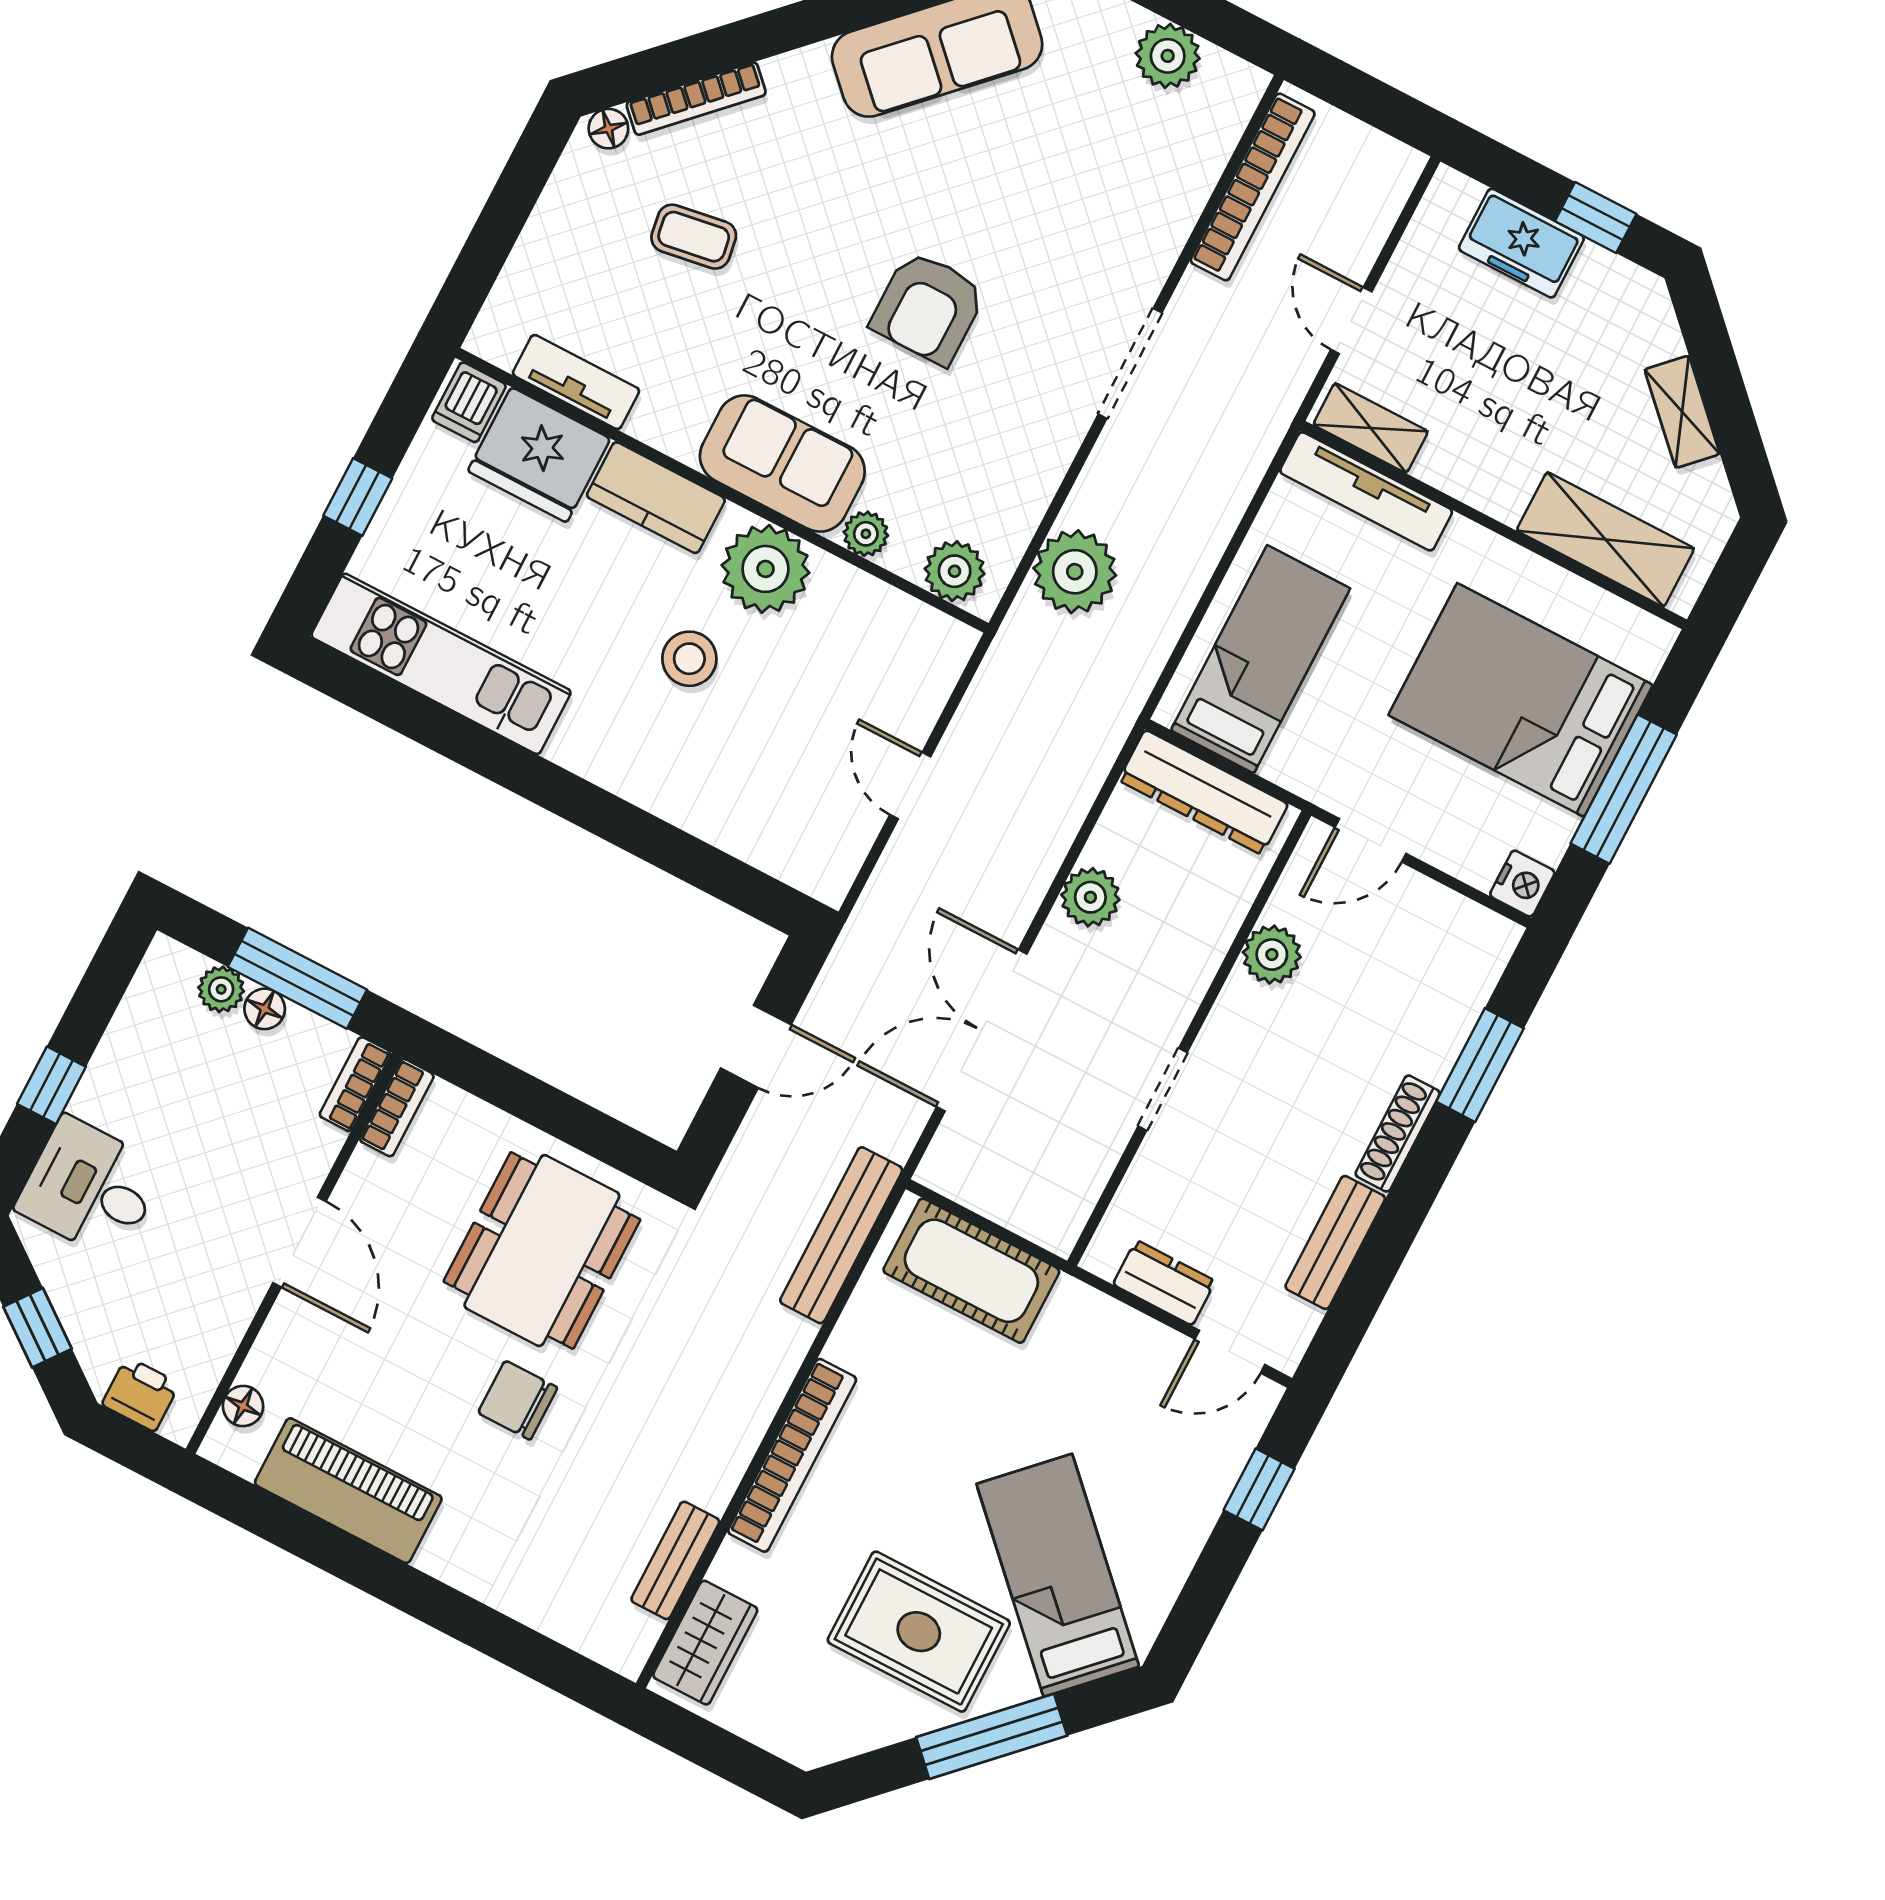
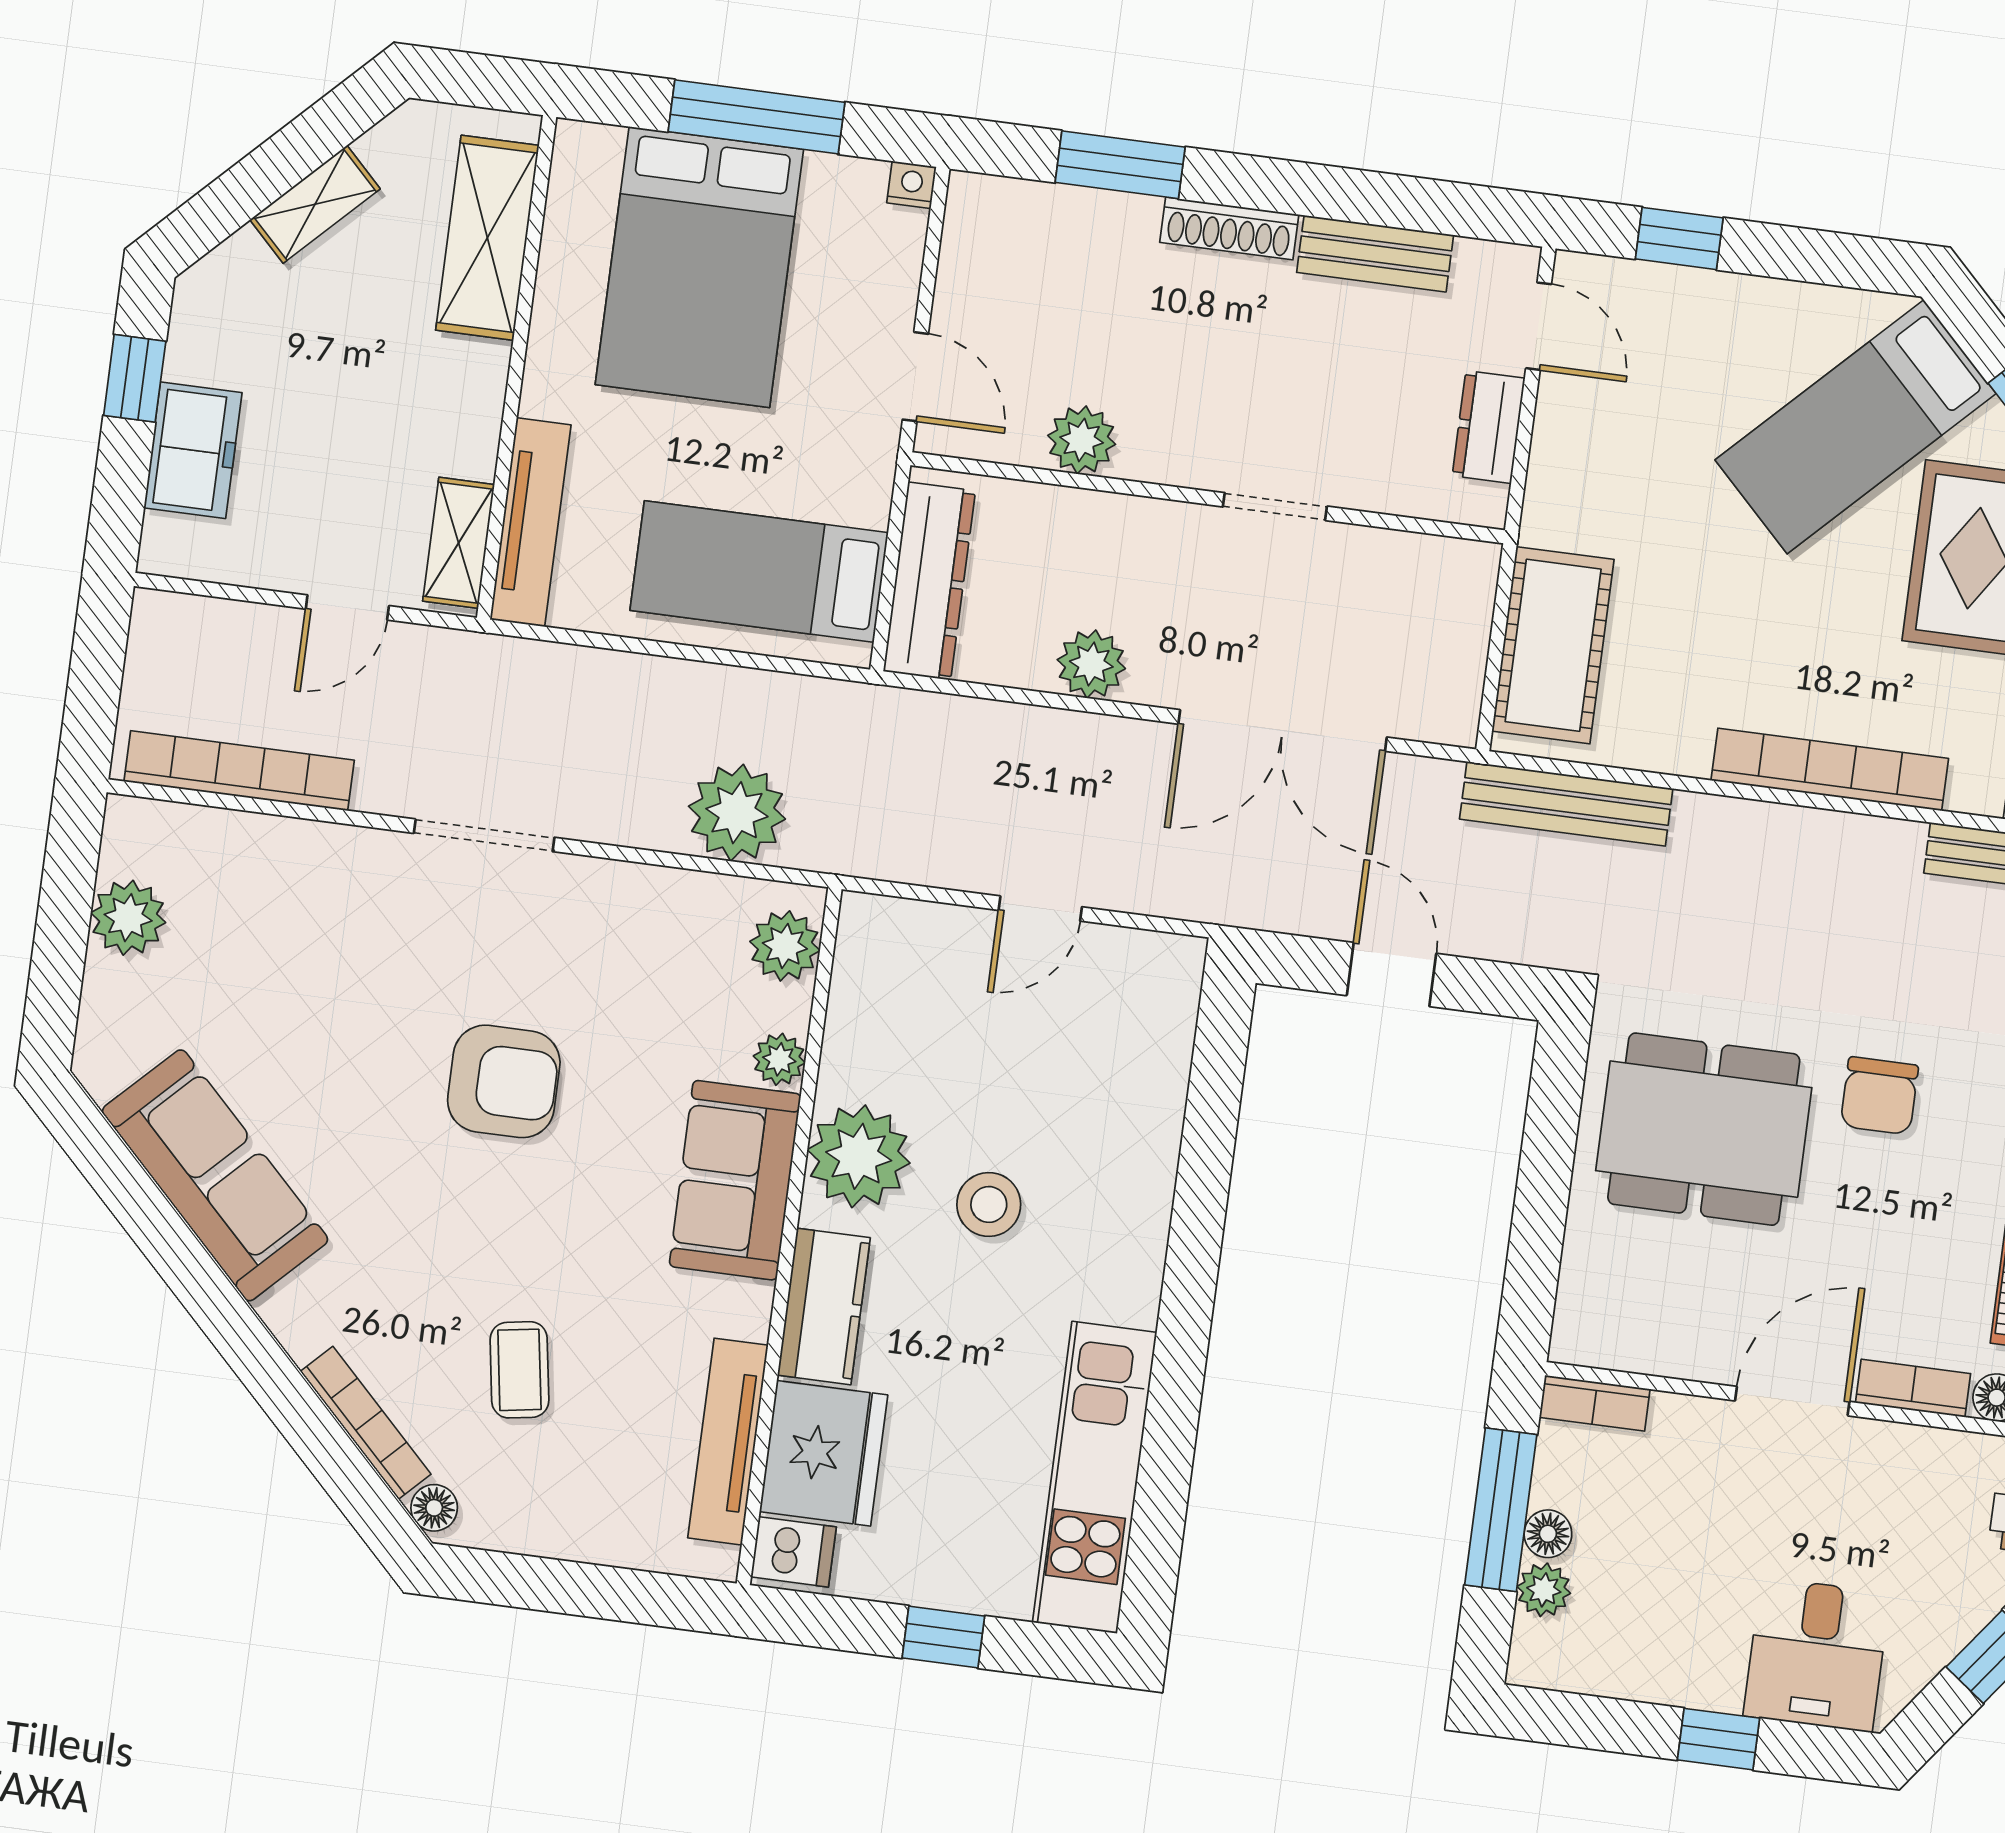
tv unit: (576, 382) -> (728, 1442), width x1.41
nightstand: (1522, 884) -> (912, 185), width x0.72, depth x0.74
bookcase: (397, 1108) -> (1913, 1388), moved

